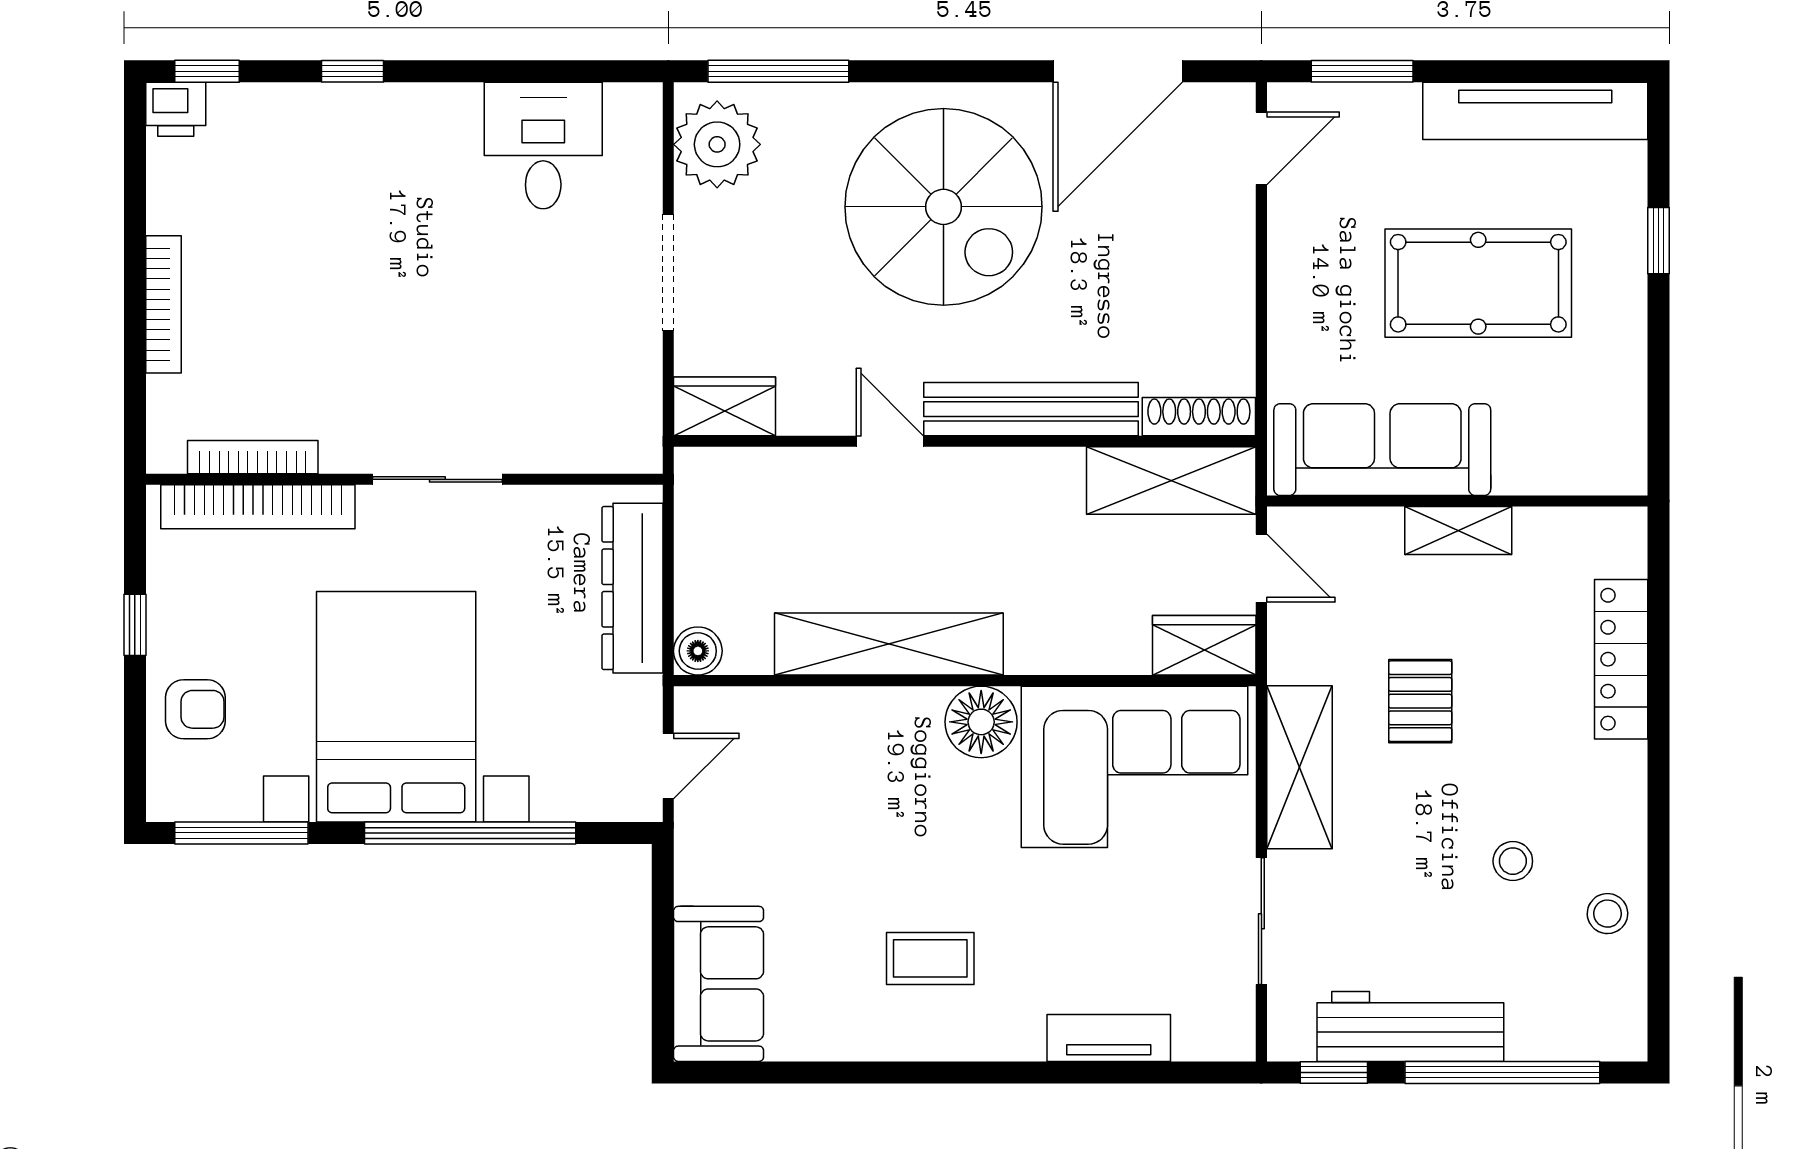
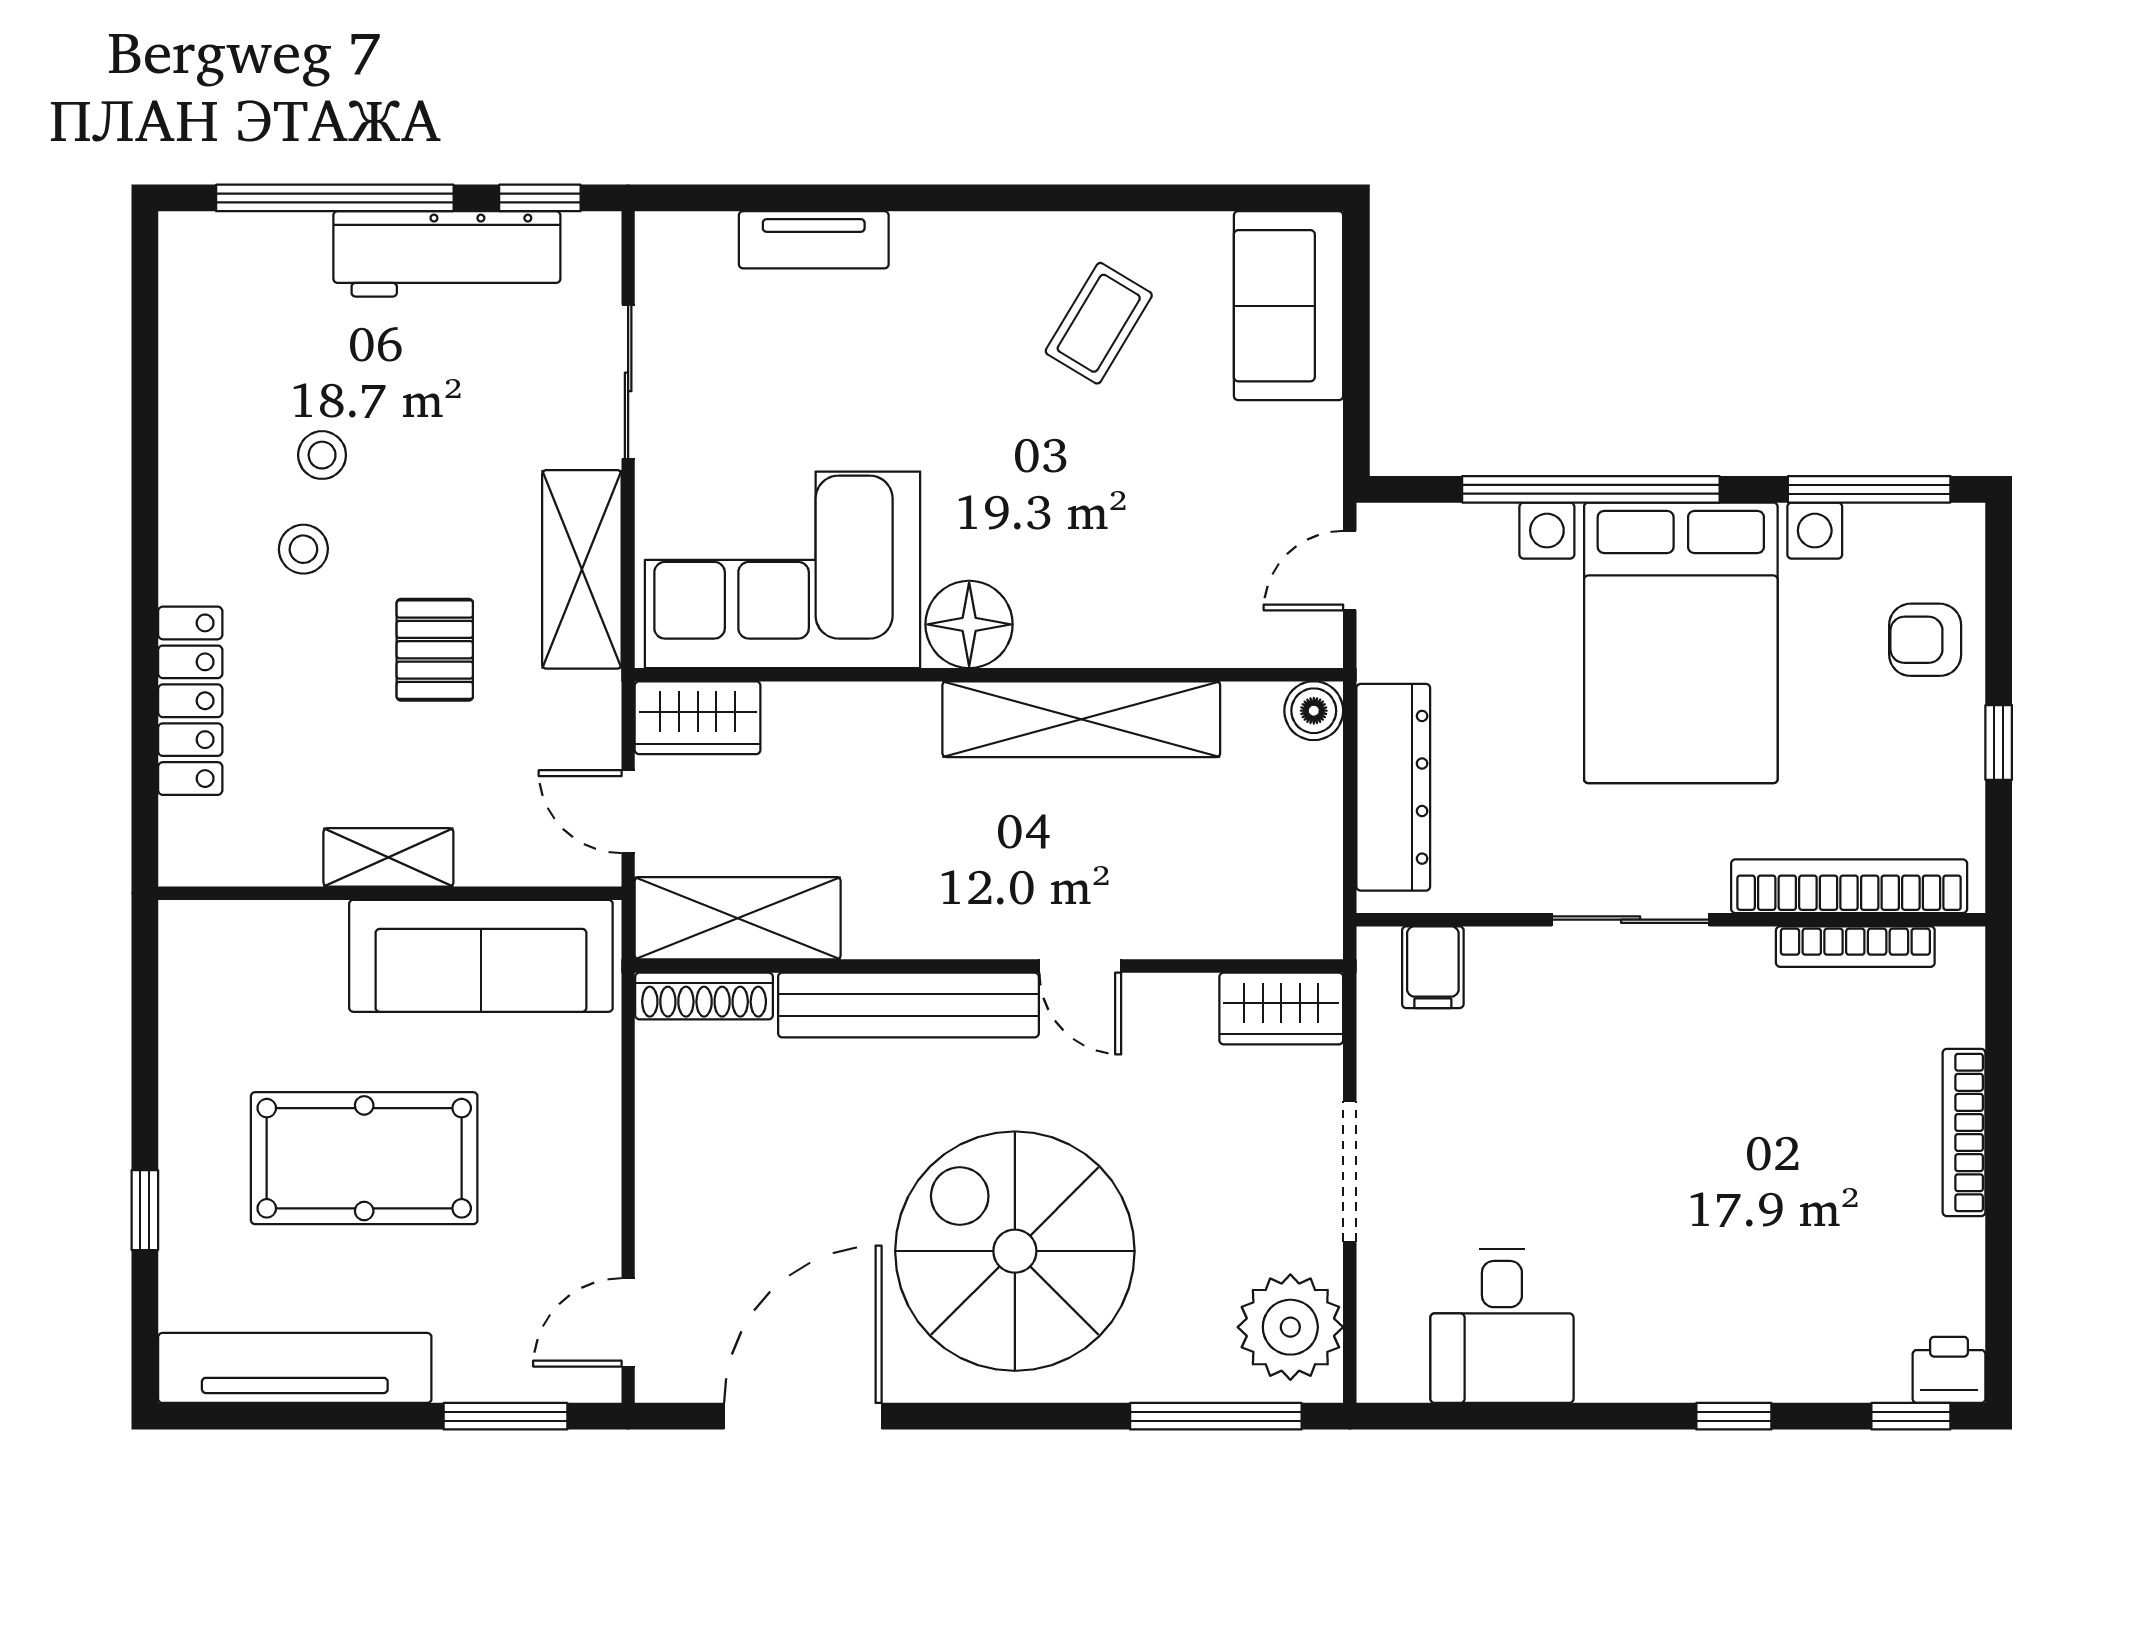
filing cabinet: (600, 440) -> (1433, 967), added
stool: (1607, 914) -> (303, 549), moved
coffee table: (930, 958) -> (1099, 323), moved, turned -59

